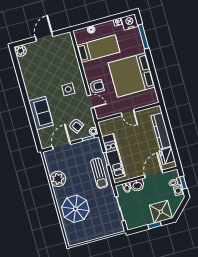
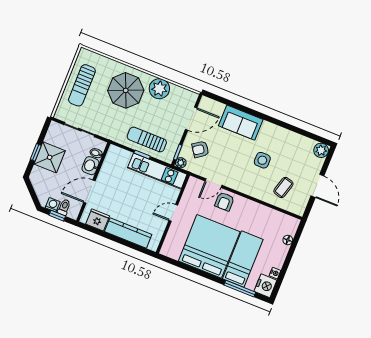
bed: (98, 49) -> (243, 259), moved, turned 180
coffee table: (61, 57) -> (283, 187), added
side table: (68, 89) -> (262, 160), moved
door: (61, 145) -> (191, 119), hinge flipped
kitchen unit: (113, 156) -> (157, 171), moved
sun lounger: (99, 173) -> (147, 139), moved
door: (154, 174) -> (89, 192), swing flipped
parasol: (75, 209) -> (126, 90), moved
shower: (161, 212) -> (50, 157), moved
sun lounger: (92, 228) -> (82, 85), added

